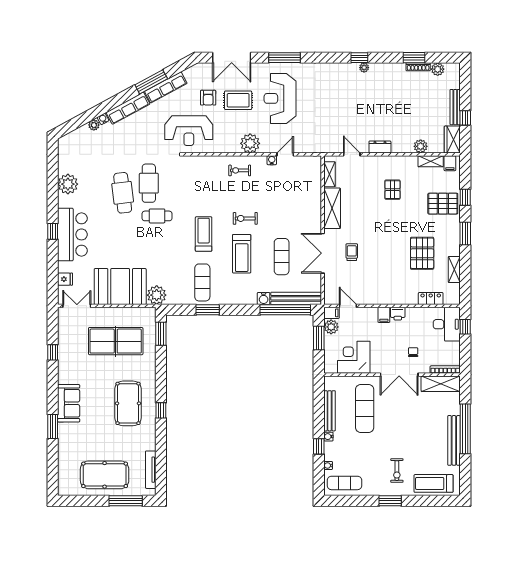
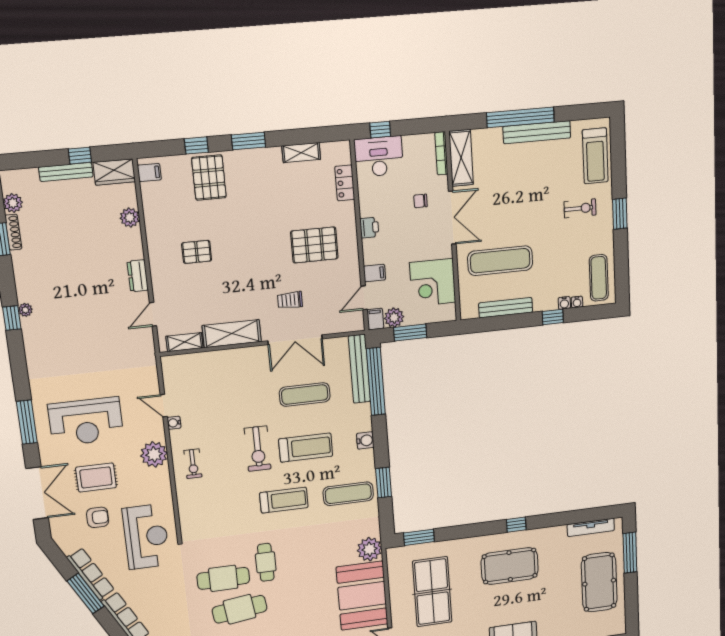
rug: (238, 100) -> (96, 477), turned 90
shelving: (431, 161) -> (150, 201), removed
exercise bike: (245, 218) -> (258, 449), width x1.38, depth x1.39
treadmill: (204, 234) -> (284, 500), turned 180
pallet: (422, 253) -> (314, 245), moved
water cooler: (264, 298) -> (365, 440), moved
filing cabinet: (384, 315) -> (375, 273), moved
water cooler: (328, 437) -> (564, 303), moved

